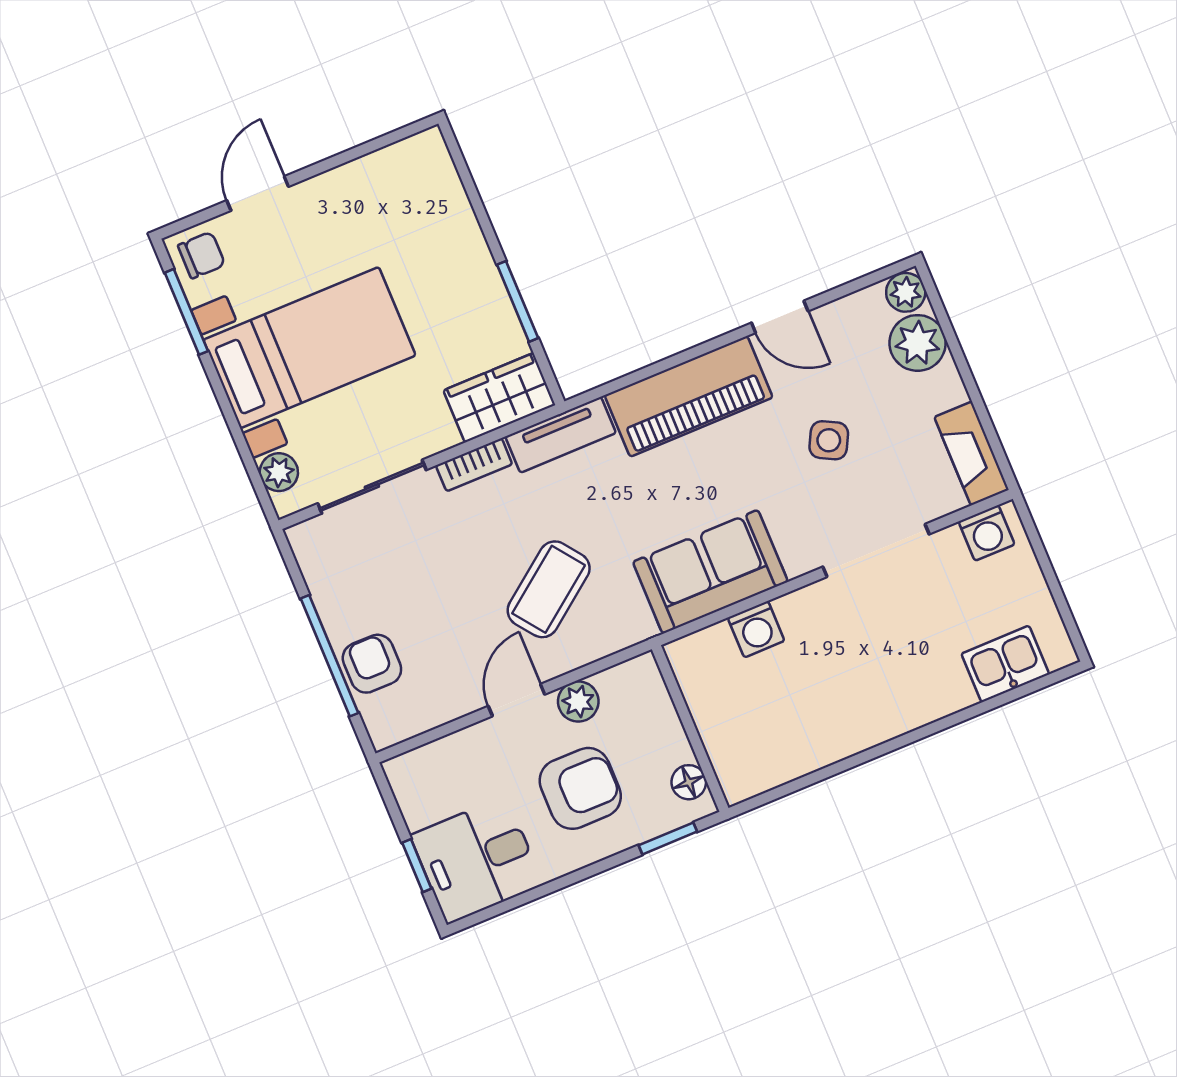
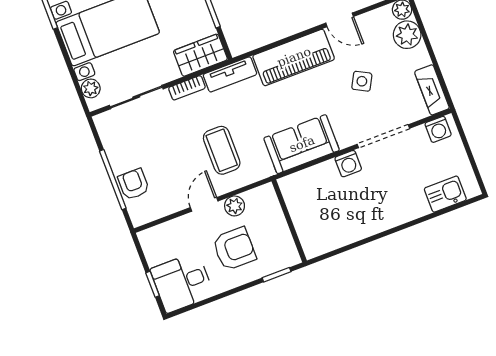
coffee table: (549, 589) -> (222, 150), turned -53
washing machine: (756, 629) -> (348, 164), moved
floor lamp: (689, 782) -> (288, 247), removed

